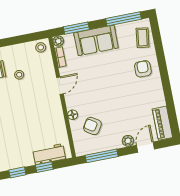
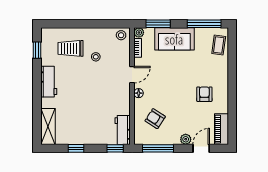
armchair: (143, 69) -> (204, 94), moved
floor lamp: (73, 115) -> (139, 93), moved
workbench: (49, 154) -> (123, 130), moved, turned -90
window: (44, 167) -> (115, 148), moved

